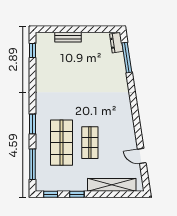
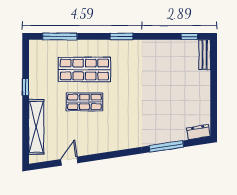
bench: (68, 37) -> (205, 55), moved
window: (127, 58) -> (166, 146), moved
window: (33, 124) -> (121, 36), moved
window: (51, 194) -> (26, 57), removed

